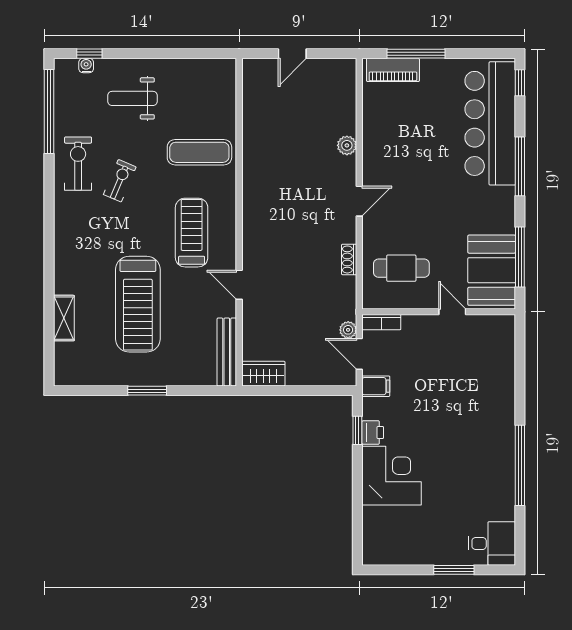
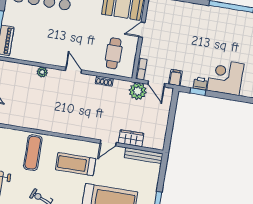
plant: (348, 330) -> (138, 91), width x1.87, depth x1.87
door: (359, 354) -> (156, 84), hinge flipped
wardrobe: (263, 374) -> (131, 138), moved, turned 90

